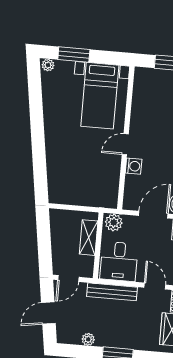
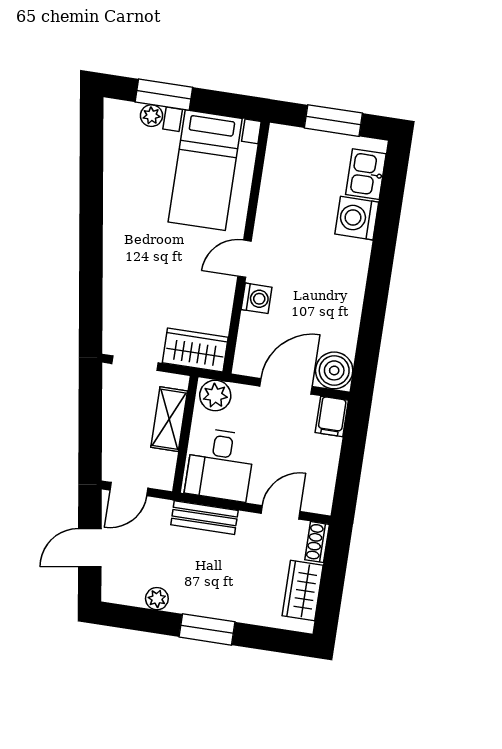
plant: (48, 65) -> (152, 116), moved
wardrobe: (101, 198) -> (195, 350), added
doorway: (67, 207) -> (135, 363), added
door: (155, 286) -> (281, 512), hinge flipped
bench: (112, 292) -> (204, 518), width x0.73

